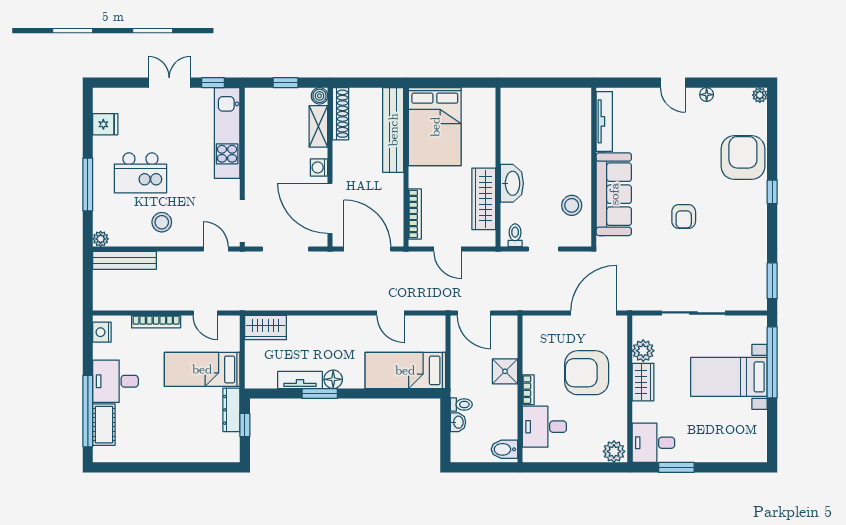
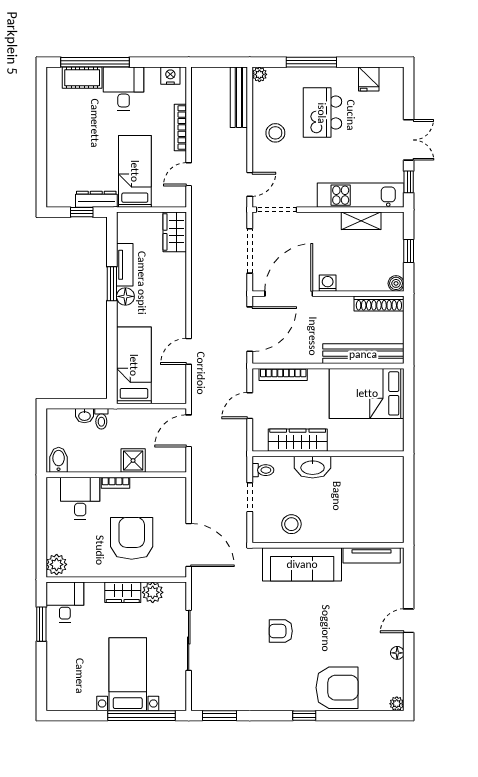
shelving: (318, 126) -> (361, 221), moved

